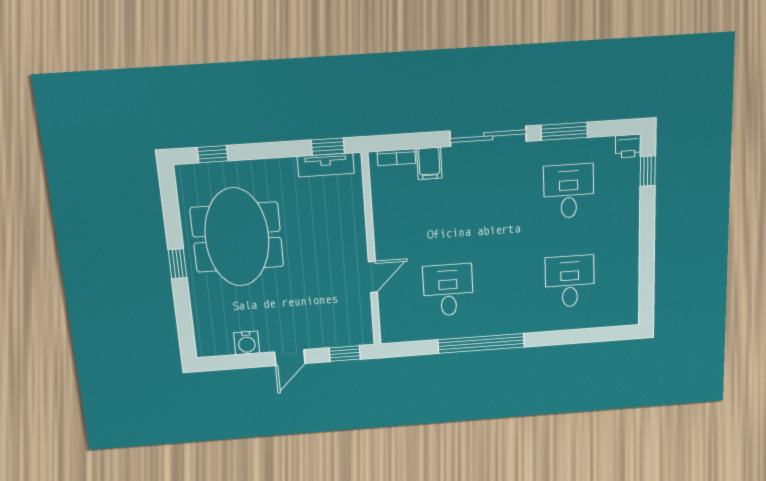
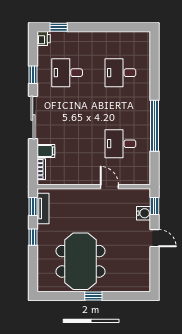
window: (564, 131) -> (33, 75), width x0.67
window: (213, 154) -> (33, 237), moved
meeting table: (237, 237) -> (80, 261), turned 90
water cooler: (247, 343) -> (144, 213), moved

